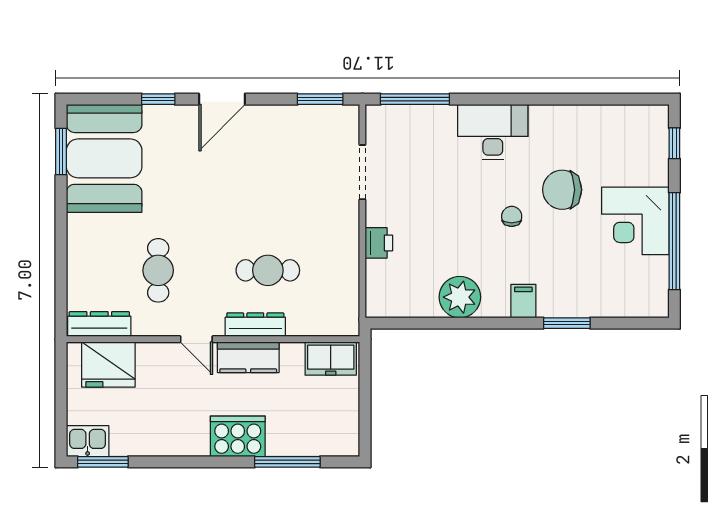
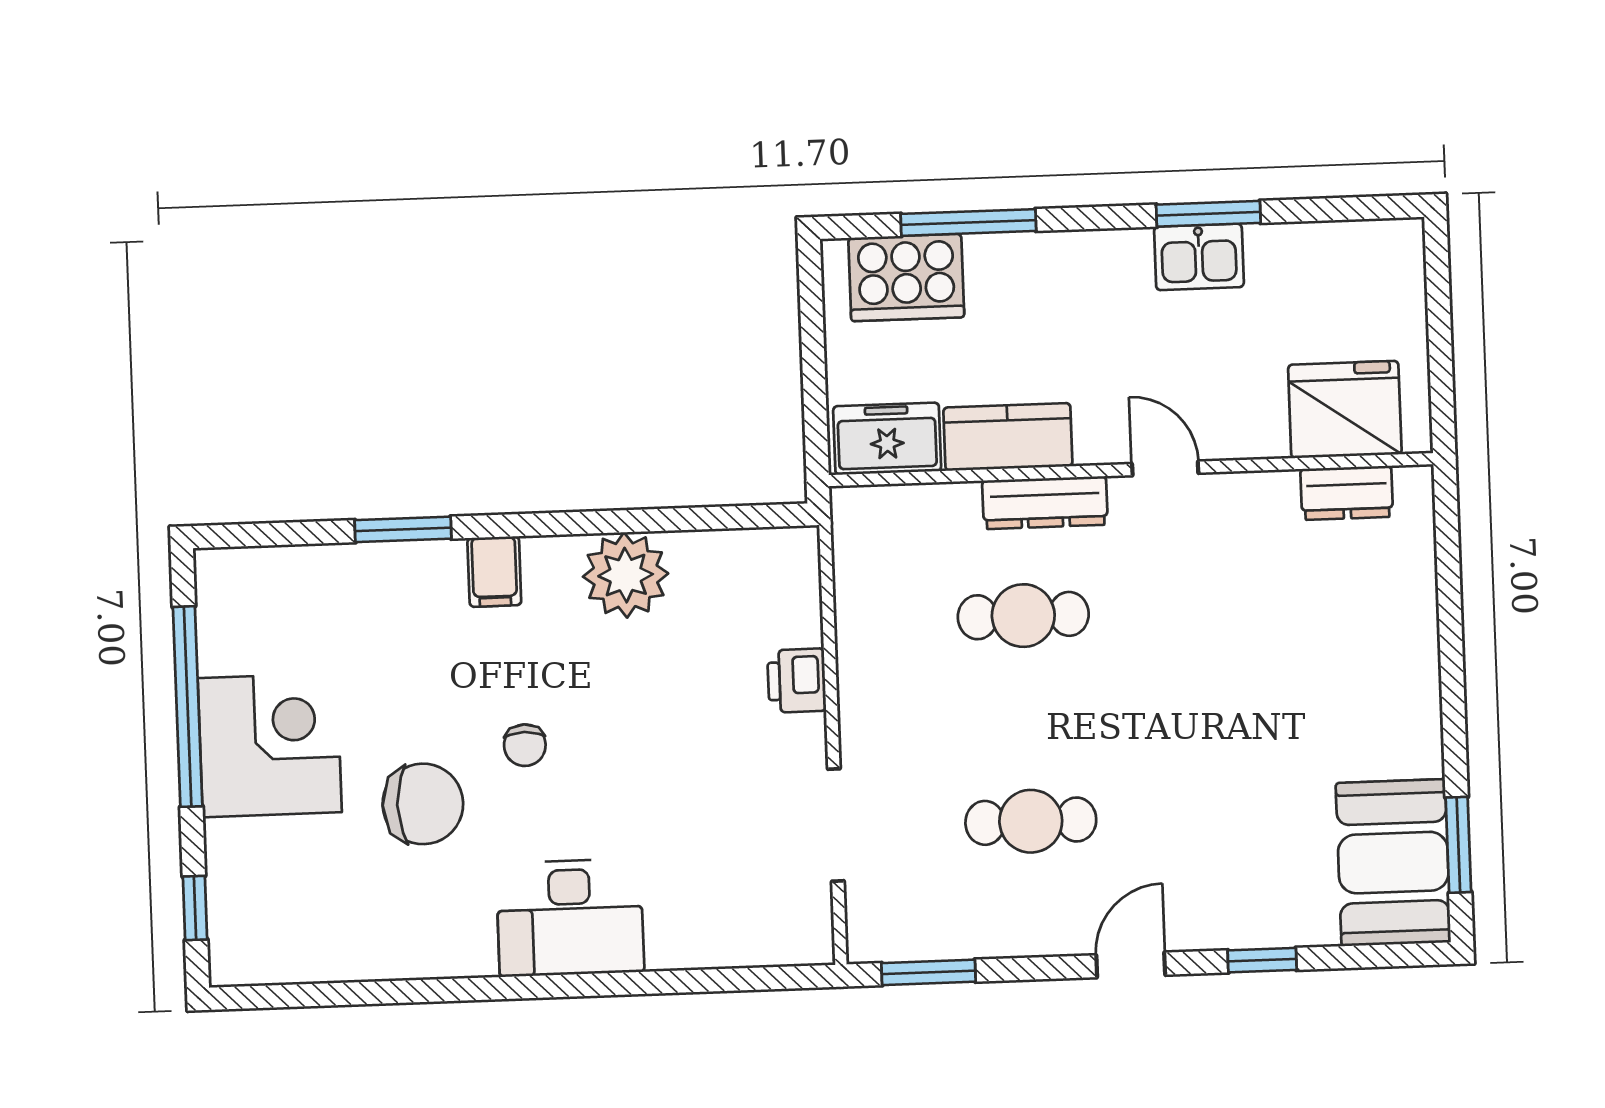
door: (222, 99) -> (1131, 965), width x0.73
window: (415, 99) -> (733, 980), removed
booth: (104, 158) -> (1393, 863), width x0.73, depth x0.70
cafe table: (158, 270) -> (1031, 821), moved, turned 90
dresser: (99, 324) -> (1347, 493), width x0.70
kitchen counter: (248, 357) -> (1008, 437), moved
cooker: (238, 436) -> (906, 278), moved
kitchen sink: (88, 441) -> (1199, 257), moved
window: (103, 462) -> (1208, 214), moved

